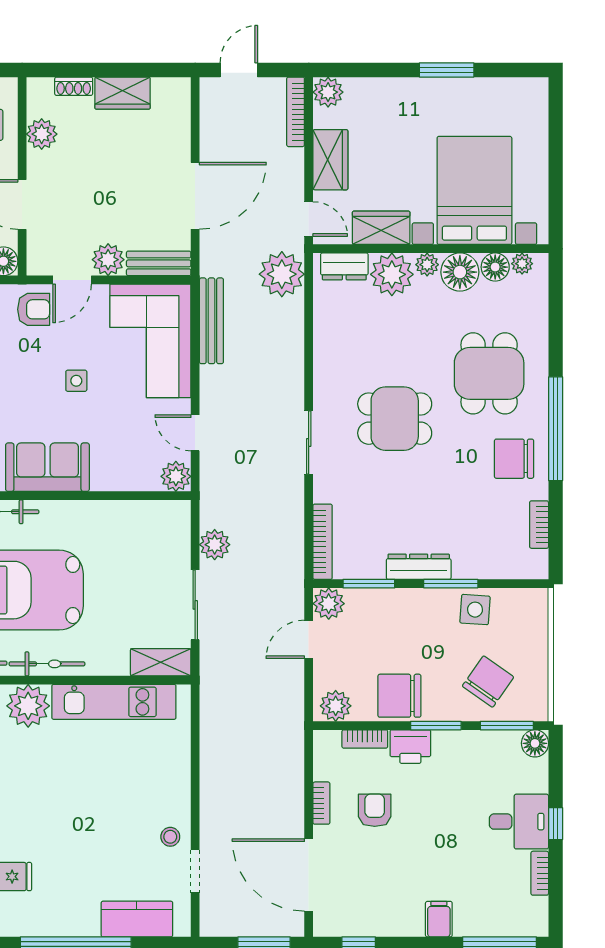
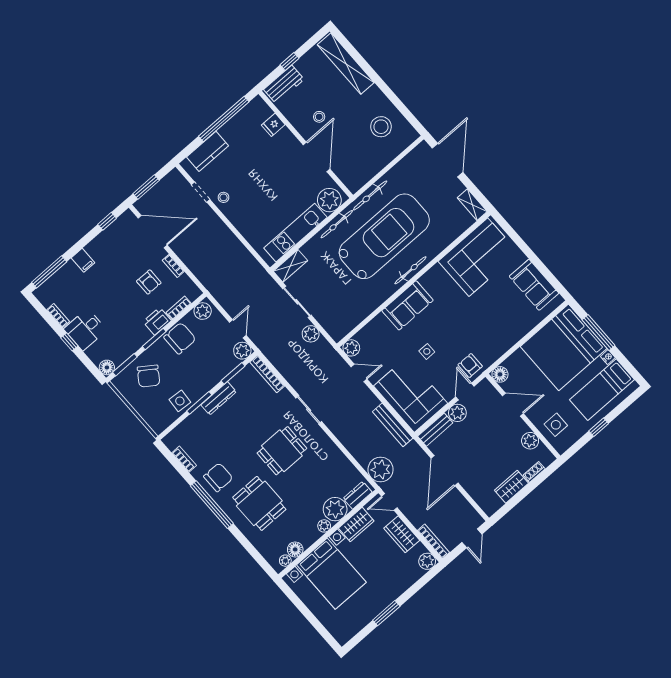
floor lamp: (460, 272) -> (308, 535), removed
armchair: (34, 309) -> (470, 366), turned 90

